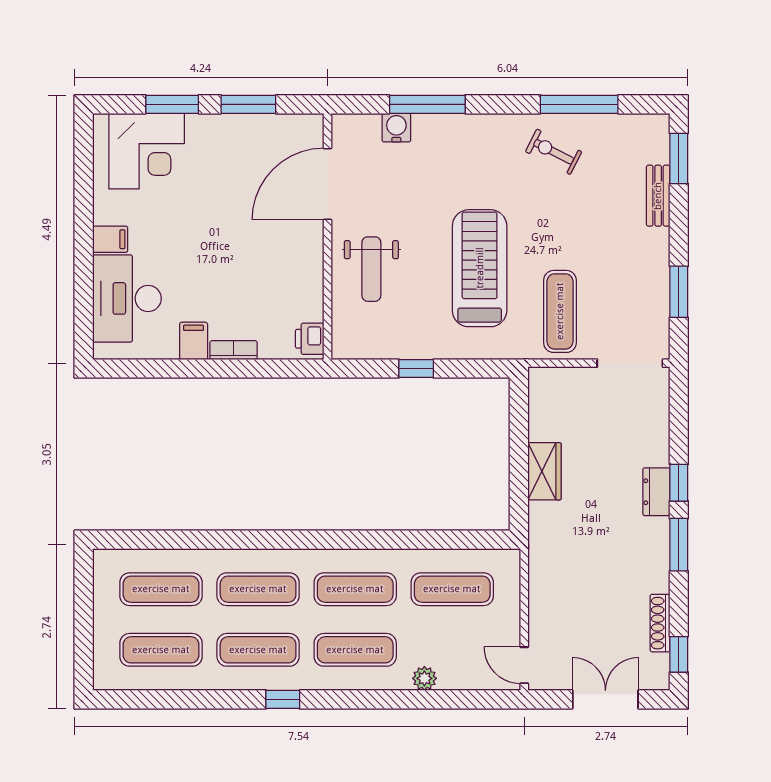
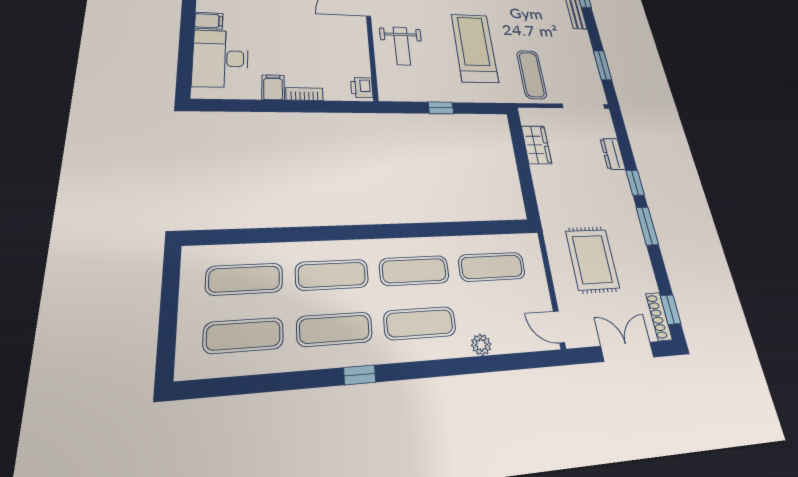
wardrobe: (545, 471) -> (536, 145), moved
dresser: (656, 492) -> (613, 154), moved
rug: (588, 586) -> (592, 259), added
shoe rack: (660, 623) -> (659, 316), moved

